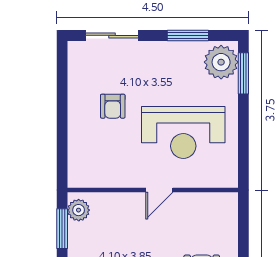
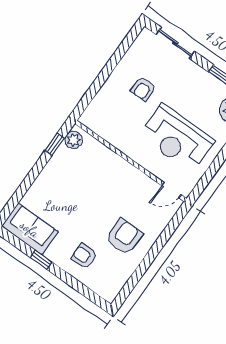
door: (159, 190) -> (171, 190), moved
window: (62, 229) -> (55, 144), width x0.67

